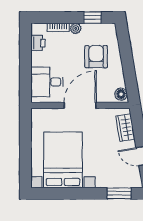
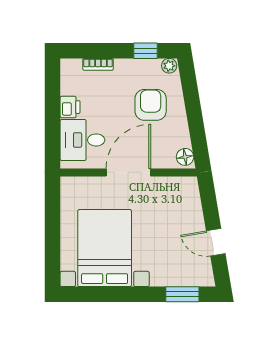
plant: (76, 28) -> (169, 66), moved
printer: (38, 43) -> (70, 107), moved
wardrobe: (125, 128) -> (191, 203), removed

